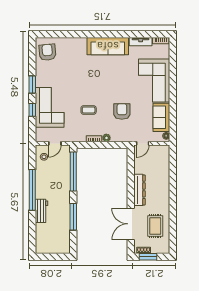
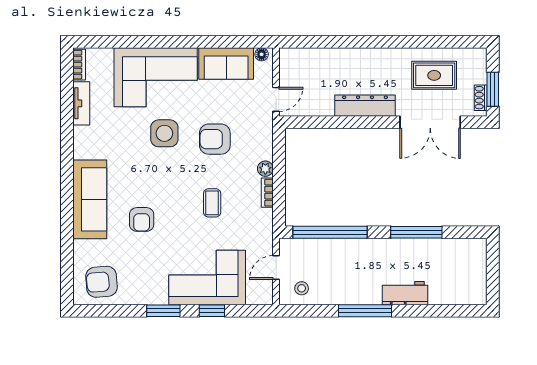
sofa: (108, 46) -> (90, 199), moved
armchair: (80, 73) -> (142, 219), added
side table: (125, 85) -> (164, 133), added
door: (55, 143) -> (276, 267), swing flipped
door: (143, 143) -> (276, 99), hinge flipped
window: (32, 190) -> (365, 311), width x0.68

